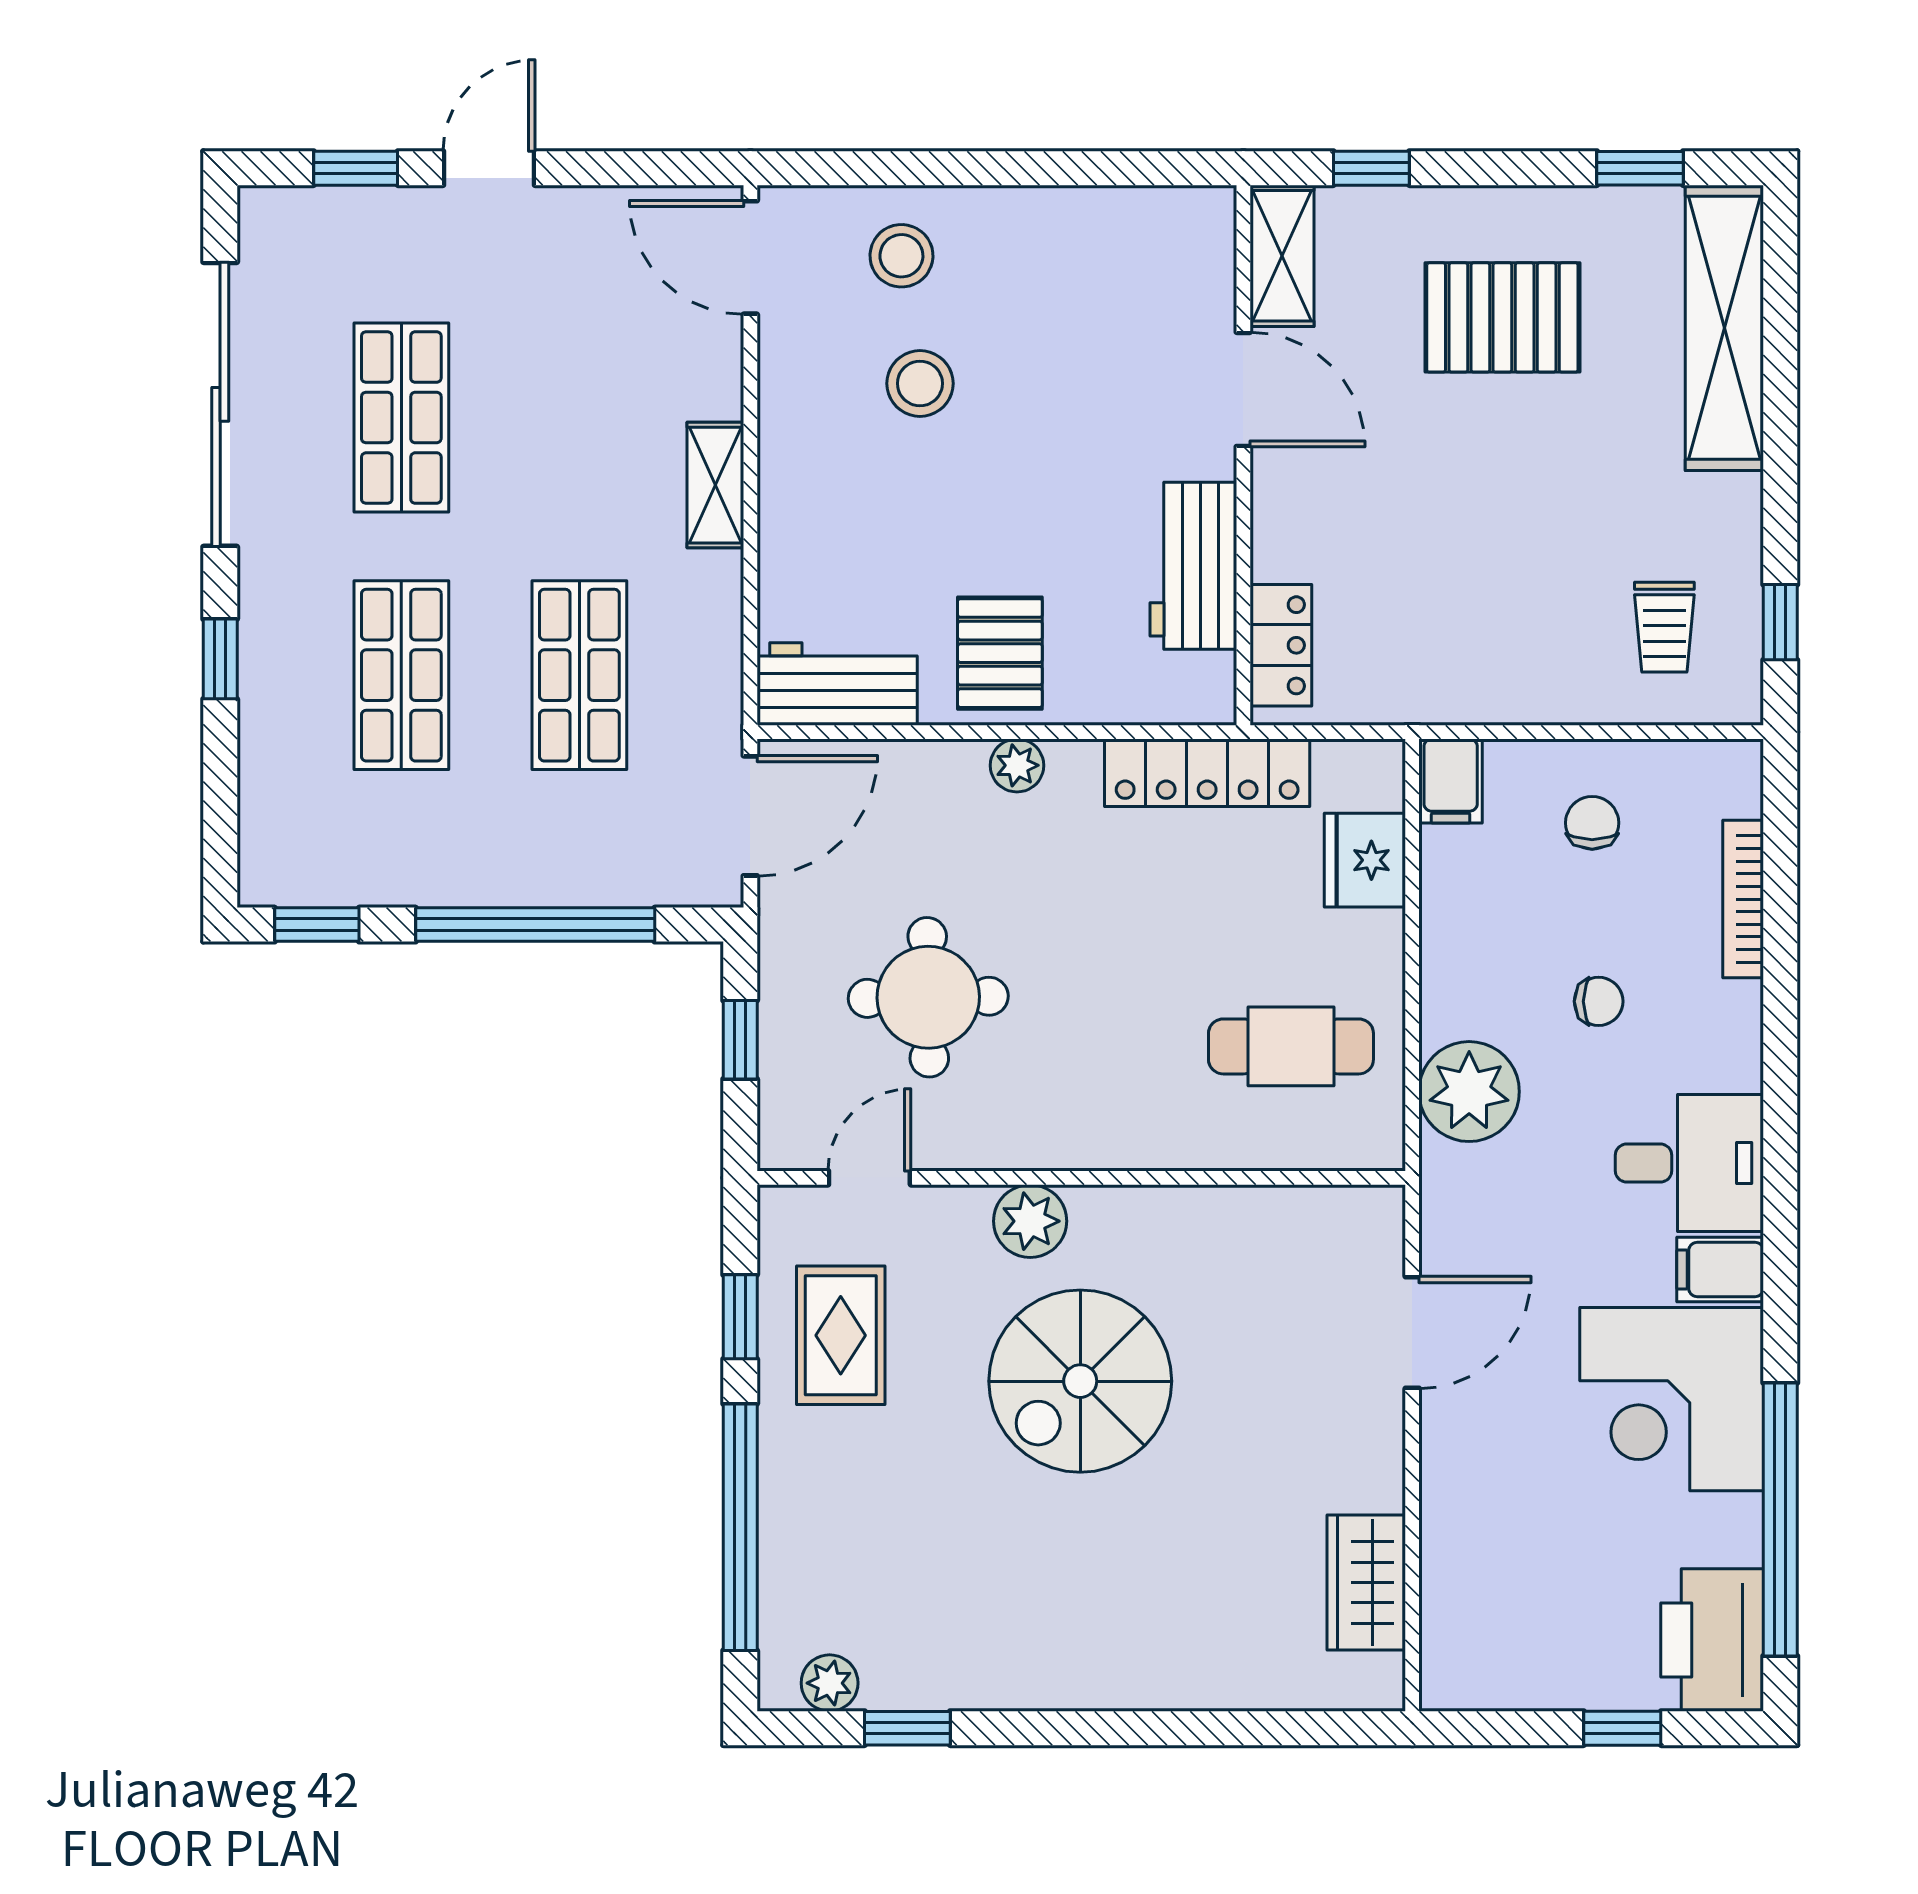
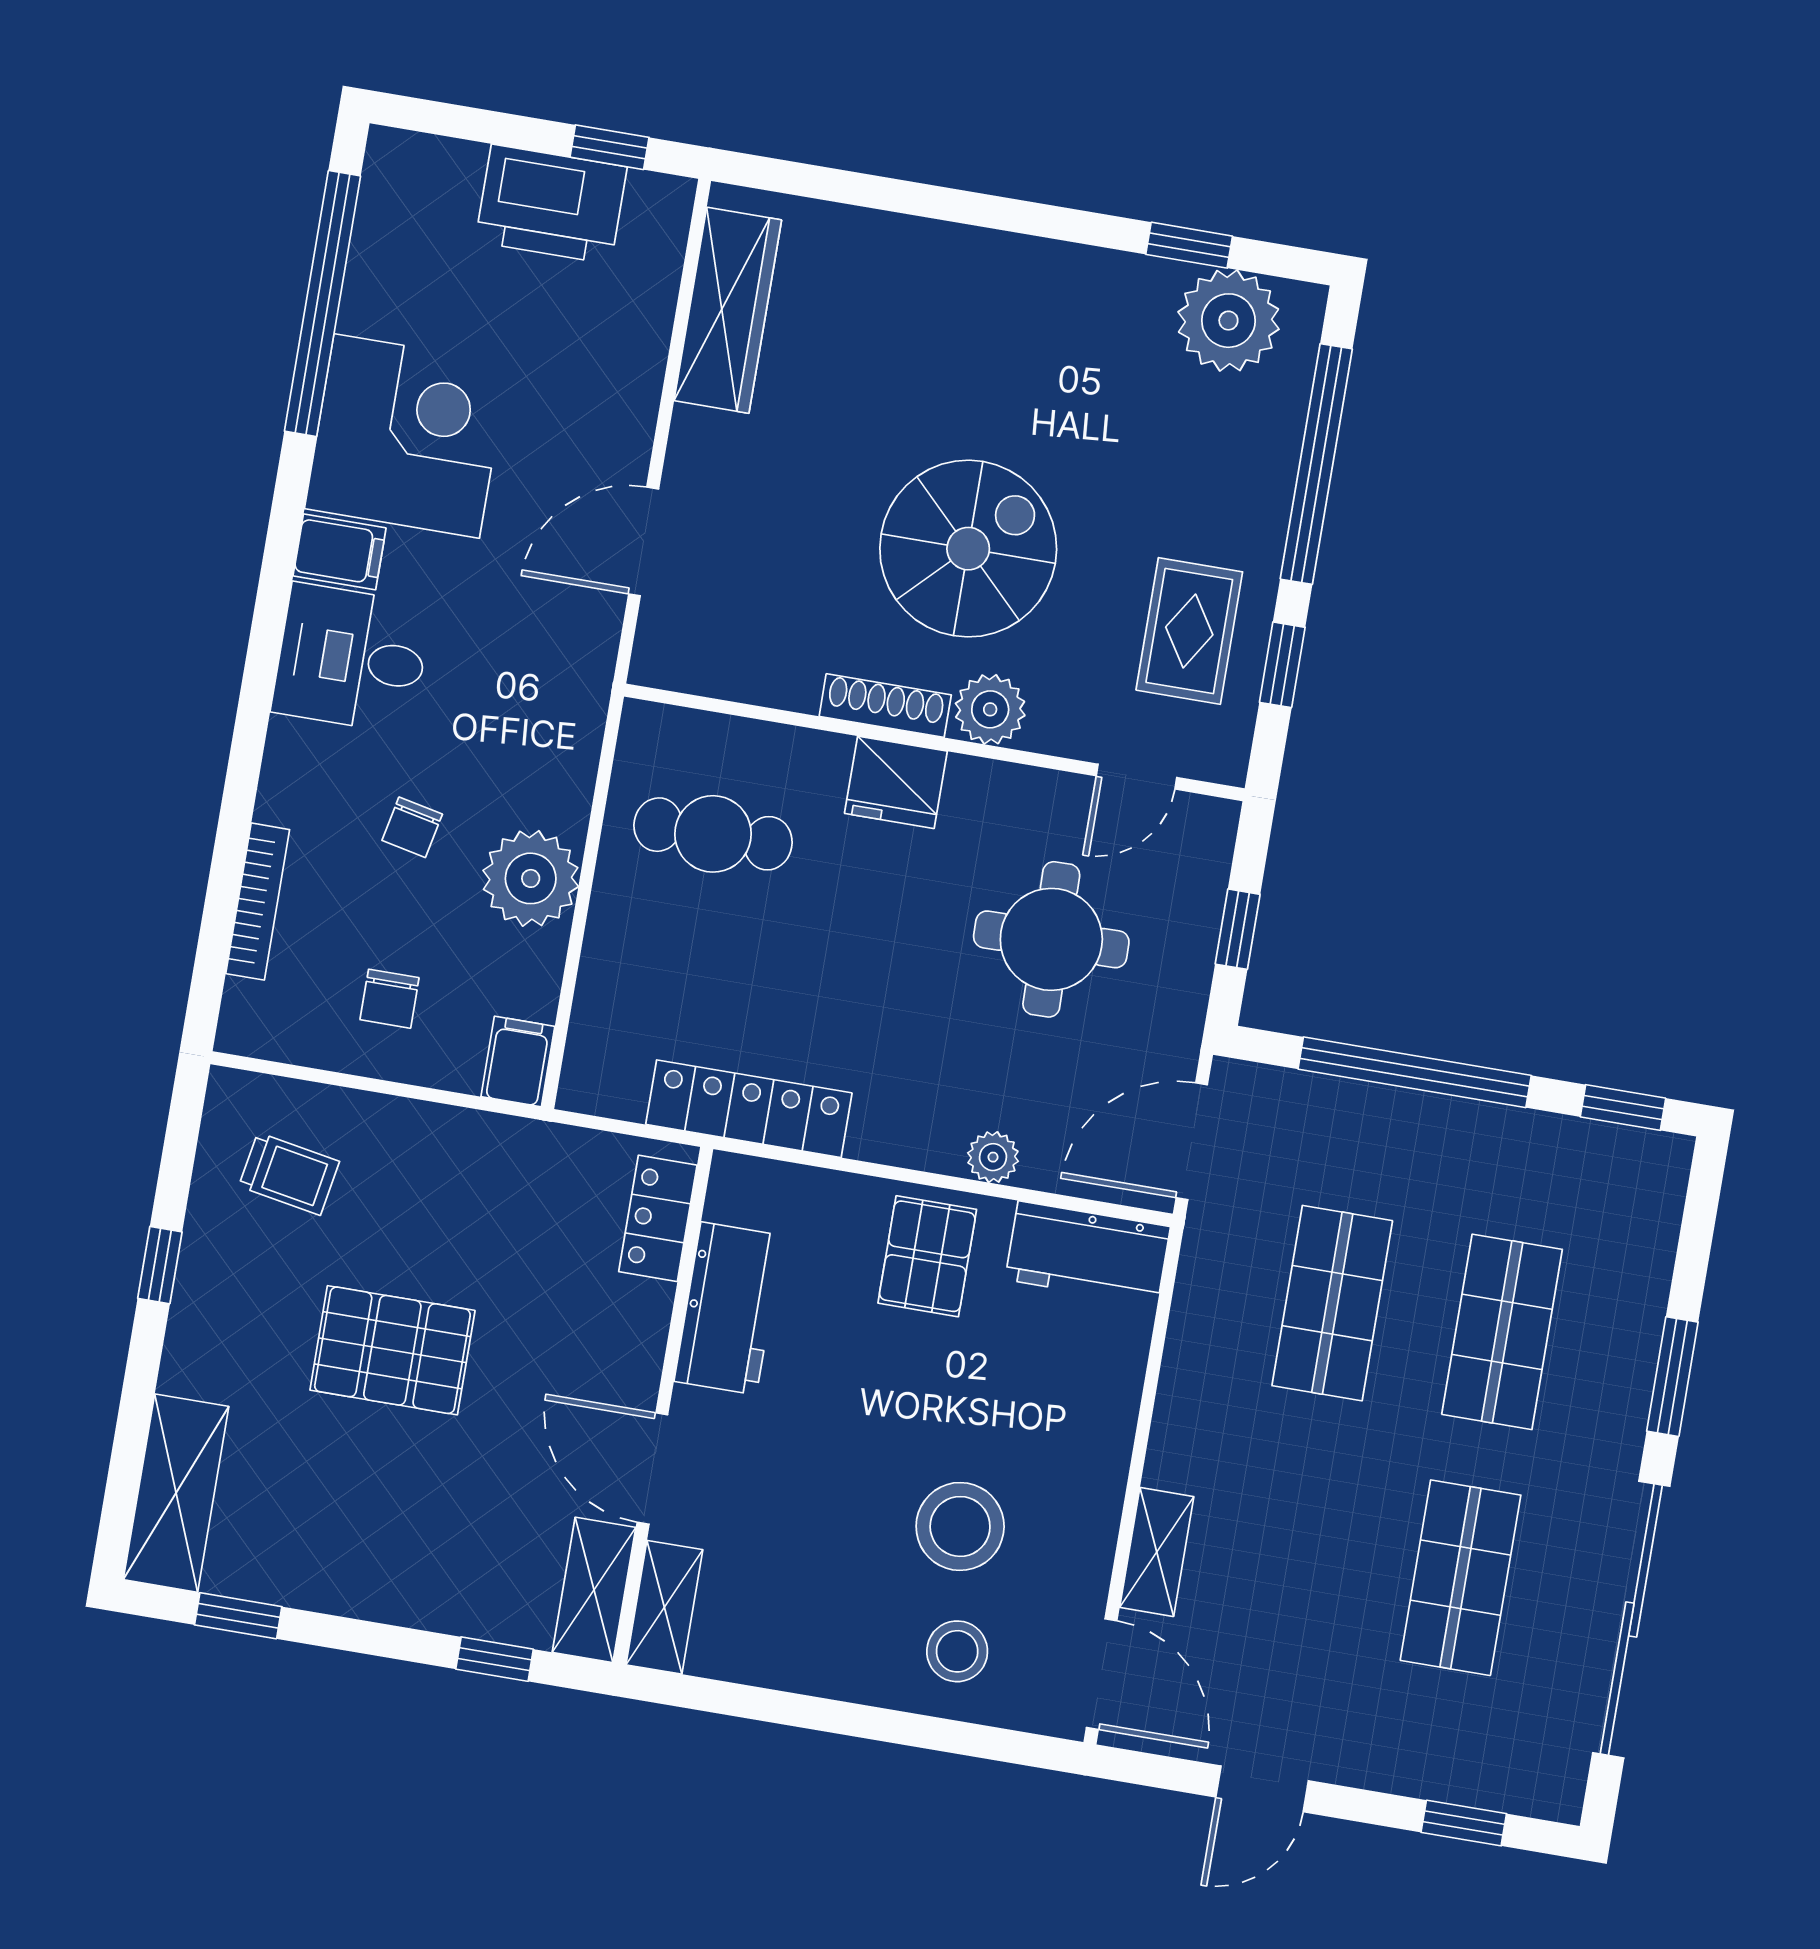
door: (489, 168) -> (1262, 1789), moved
shelving: (1207, 250) -> (664, 1607), added
pallet: (1502, 317) -> (392, 1350), moved
shelving: (1724, 328) -> (176, 1493), width x0.68
stool: (920, 383) -> (960, 1526), width x1.38, depth x1.38
shelving: (715, 485) -> (1157, 1552), moved
window: (1780, 622) -> (160, 1265), moved
trolley: (1664, 627) -> (289, 1174), turned 100
window: (220, 659) -> (1672, 1377), width x1.50
plant: (1017, 765) -> (993, 1157), moved
fridge: (1365, 860) -> (896, 782), moved, turned 90
chair: (1599, 1001) -> (412, 827), turned -78
plant: (1469, 1092) -> (531, 878), moved
shoe rack: (1138, 1207) -> (885, 706), added
wardrobe: (1366, 1582) -> (728, 310), width x1.50
printer: (1712, 1640) -> (551, 204), moved, turned 90
plant: (830, 1683) -> (1228, 321), width x1.87, depth x1.87
window: (1622, 1728) -> (610, 147), moved

